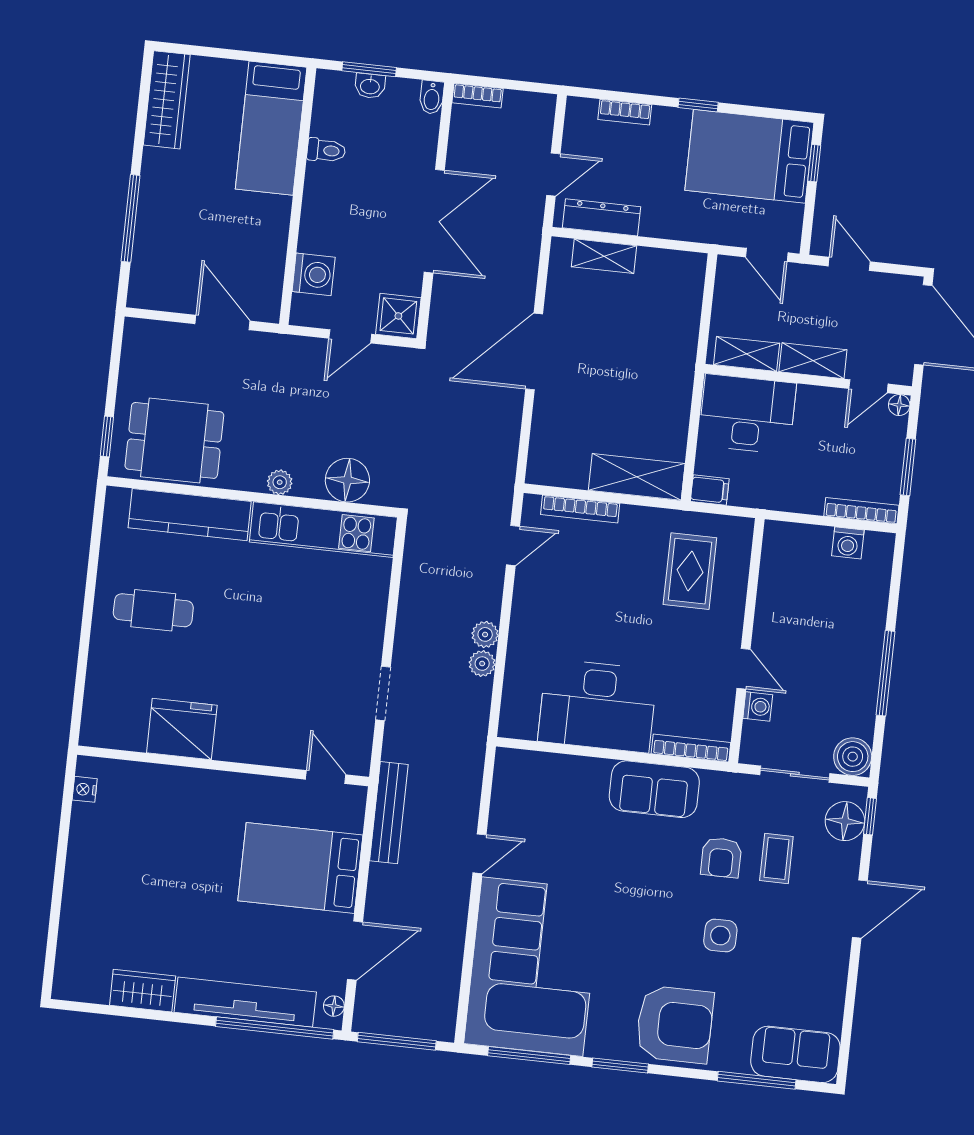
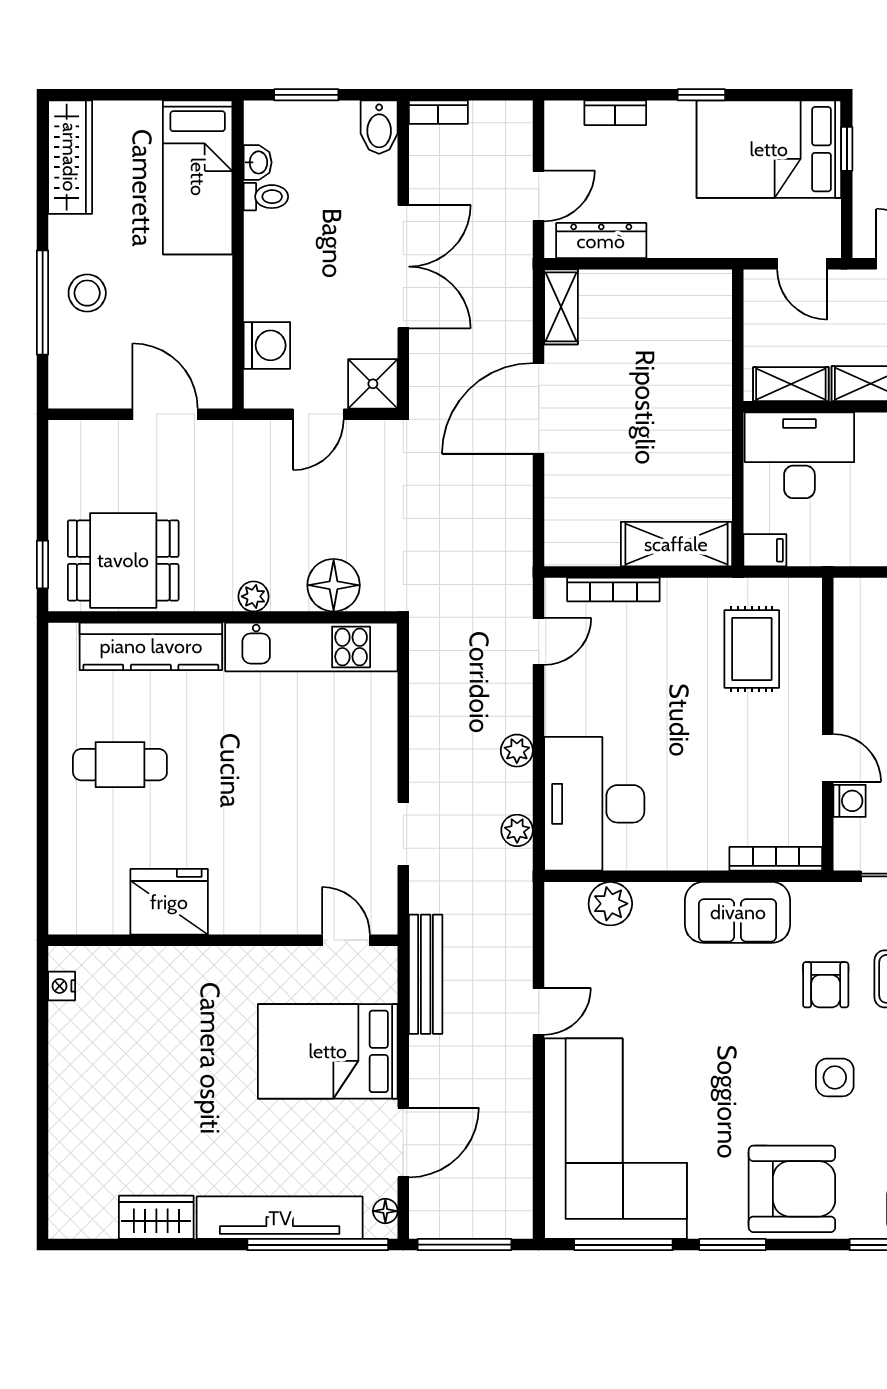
washbasin: (370, 86) -> (258, 162), moved, turned -90
bidet: (432, 97) -> (379, 127), width x1.38, depth x1.36
stool: (169, 214) -> (87, 293), added
shelving: (604, 256) -> (561, 307), moved, turned 90
plant: (482, 664) -> (517, 830), moved
desk: (598, 706) -> (594, 804), moved, turned 90
plant: (549, 770) -> (610, 904), added

